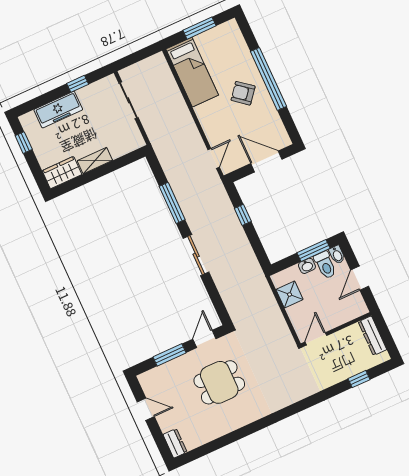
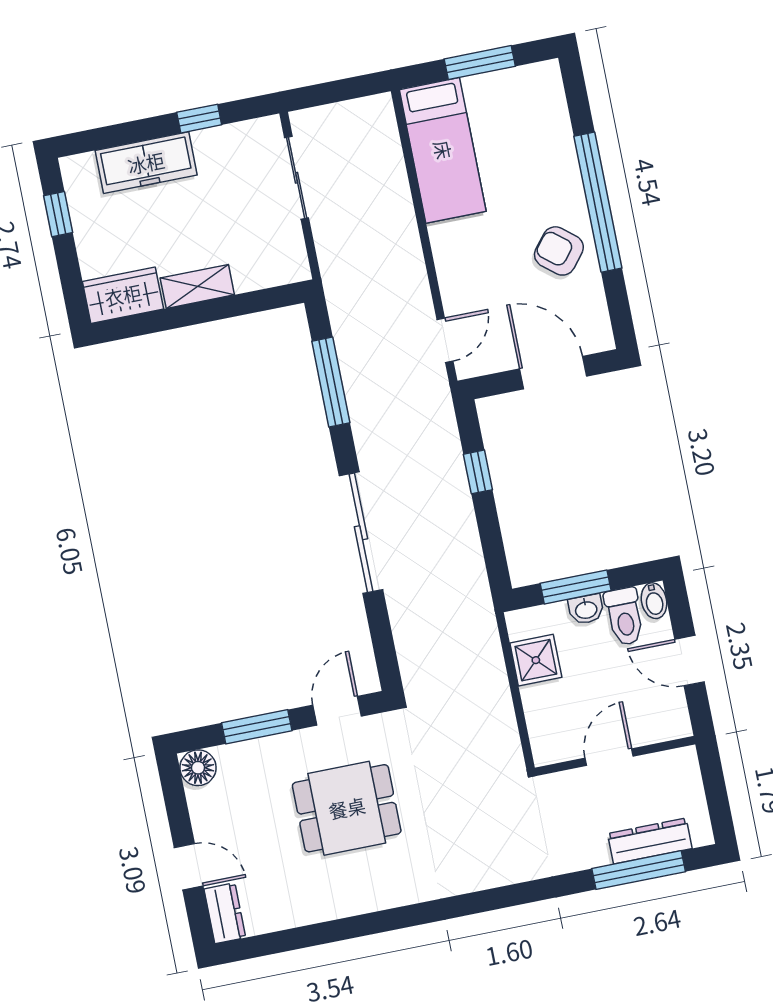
armchair: (243, 93) -> (559, 251), moved
window: (172, 203) -> (331, 382), moved
window: (313, 251) -> (576, 587), moved
sliding door: (196, 255) -> (361, 533), width x1.37
door: (360, 278) -> (689, 661), hinge flipped
dresser: (372, 336) -> (650, 841), moved, turned 90
door: (316, 339) -> (609, 757), moved
window: (359, 379) -> (639, 870), width x2.17
floor lamp: (147, 380) -> (198, 768), added
door: (146, 409) -> (189, 867), moved

